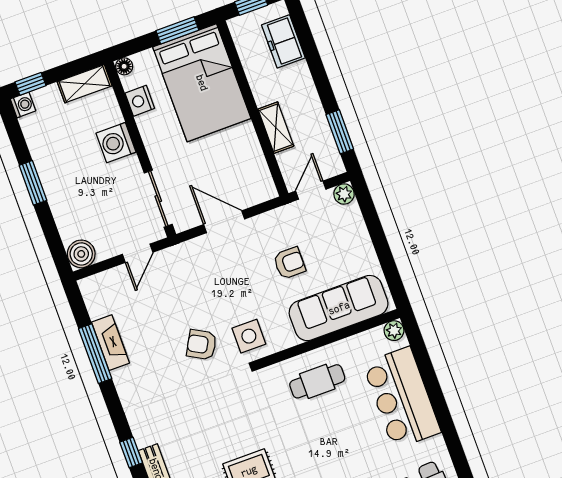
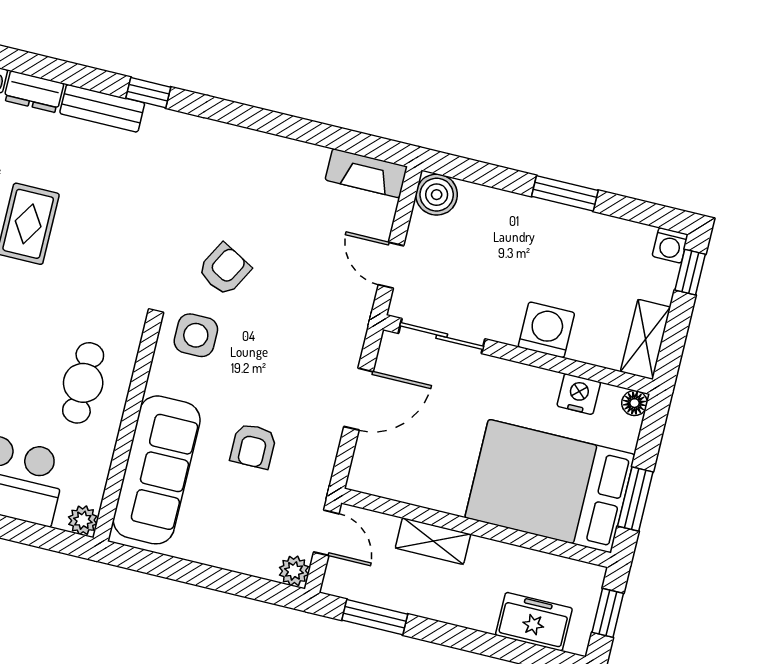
fireplace: (110, 343) -> (366, 173), moved
window: (95, 354) -> (301, 130), removed

